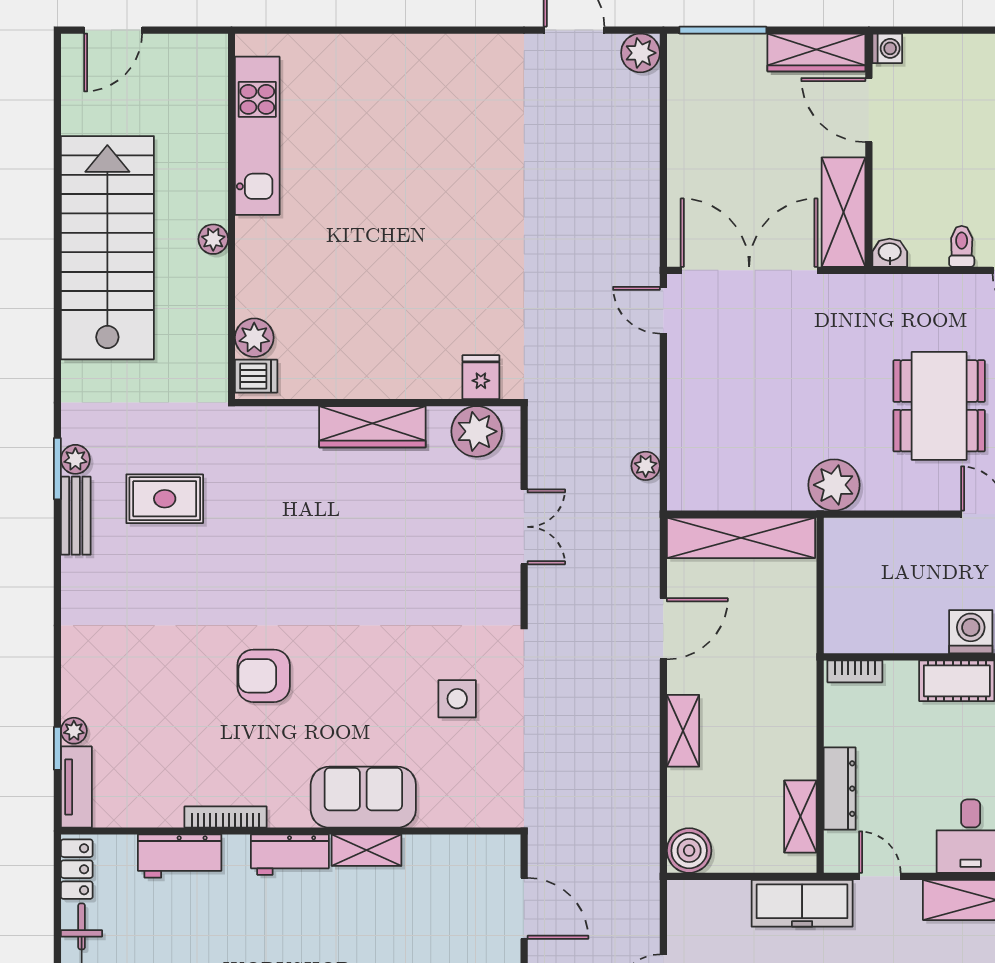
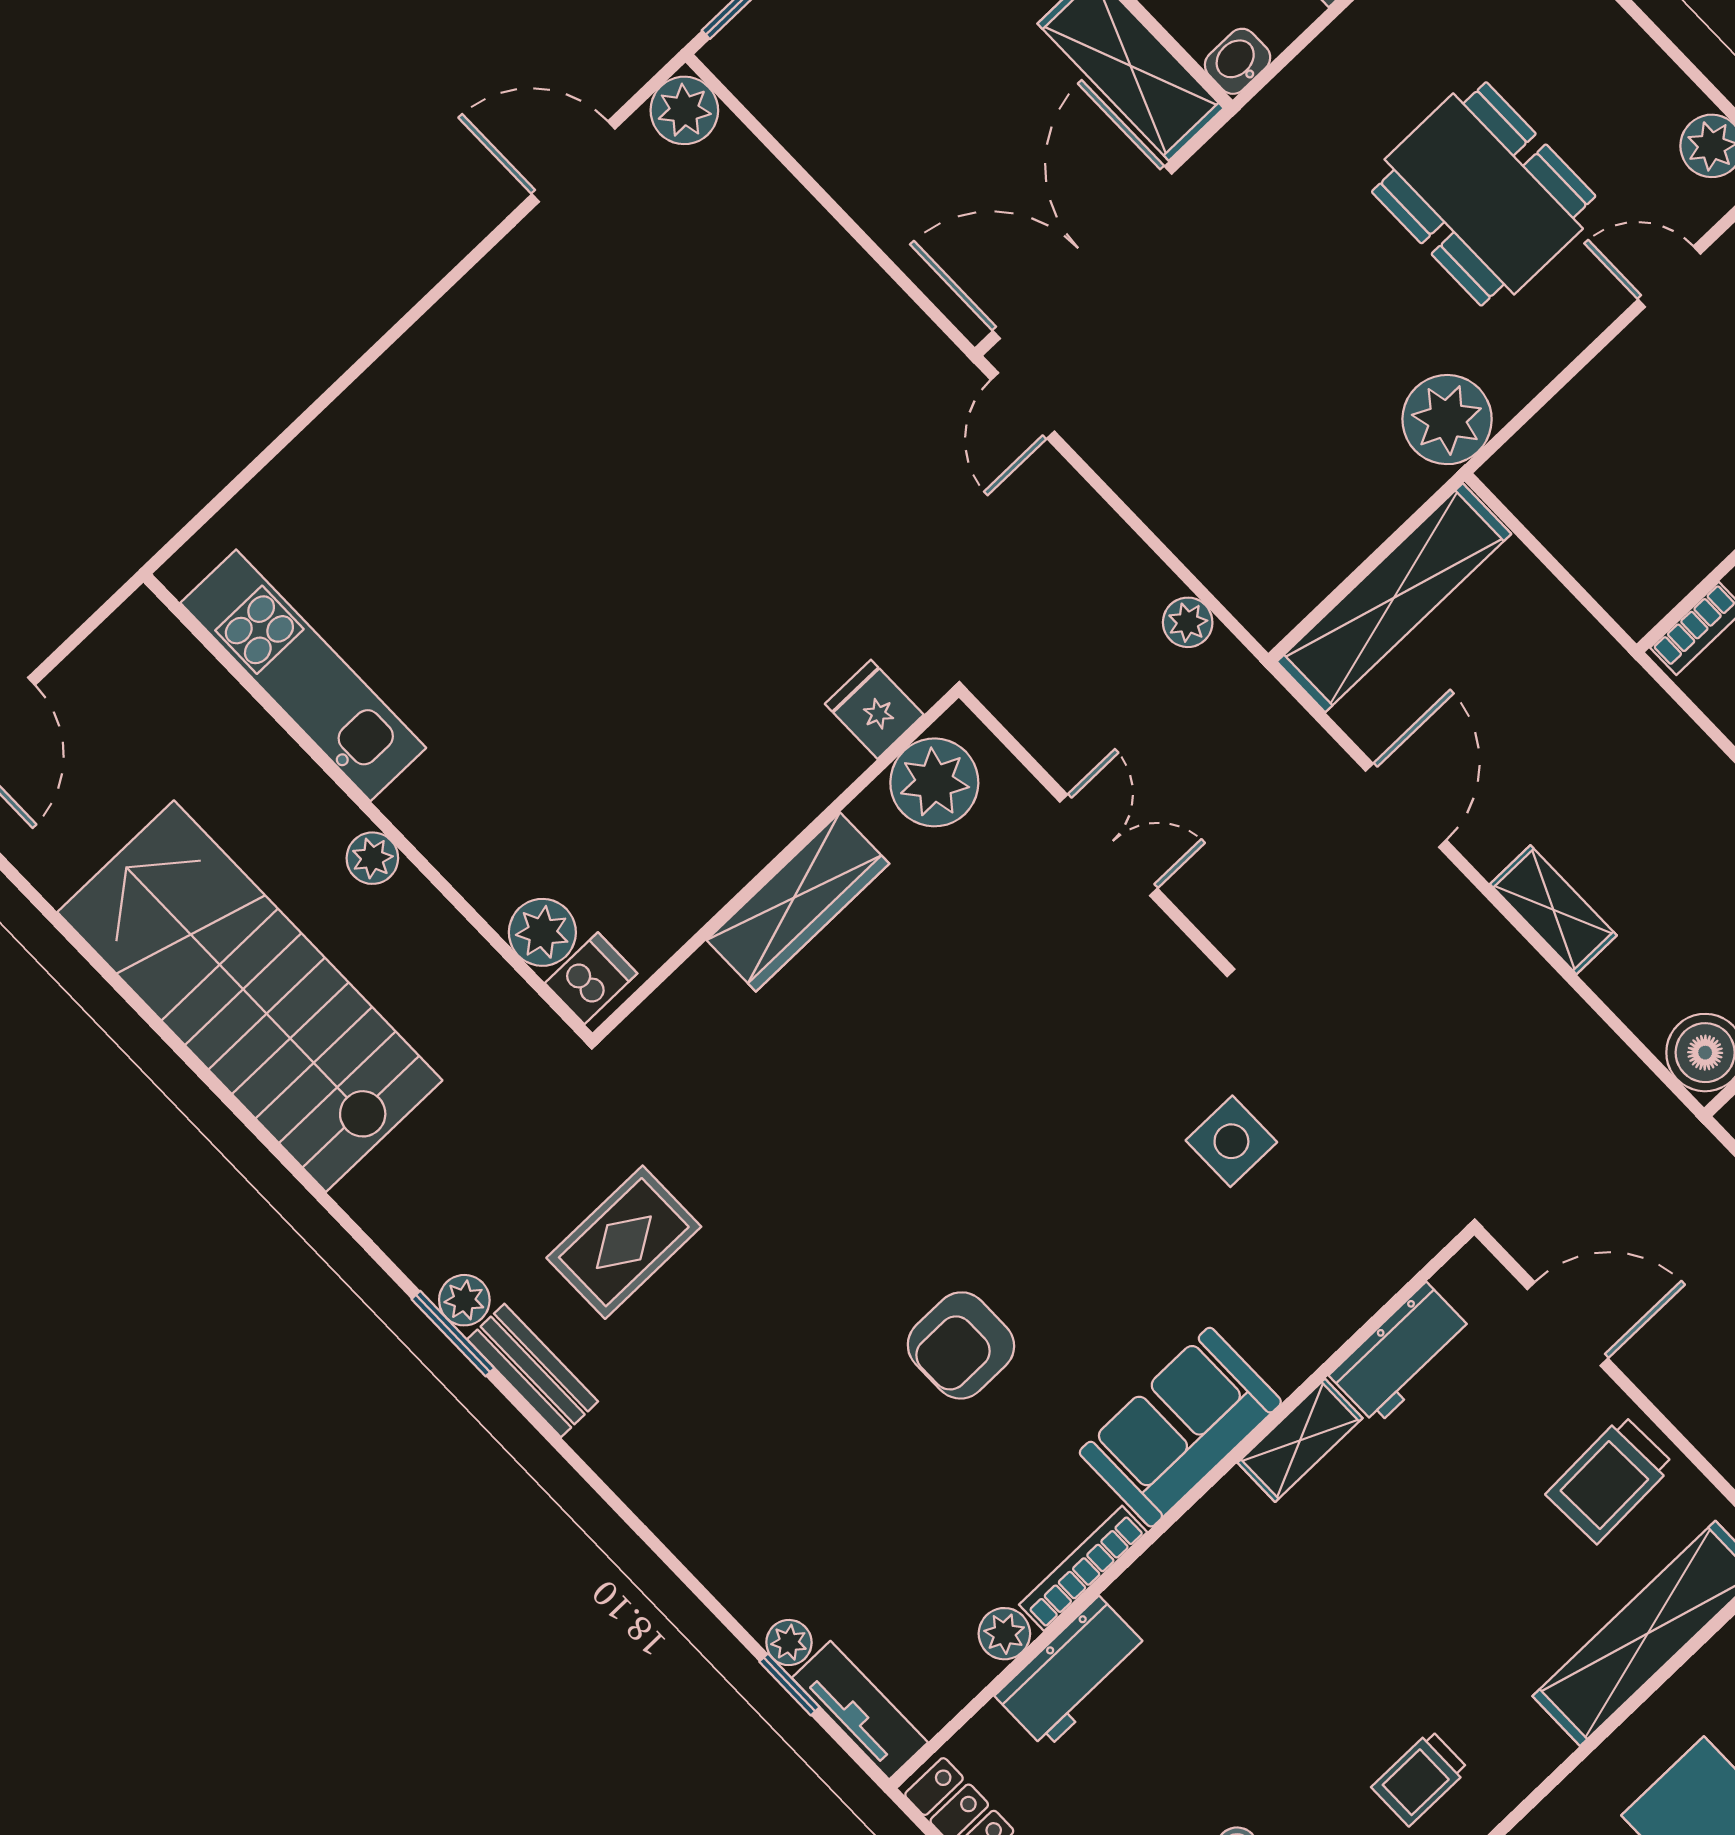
door: (663, 310) -> (1023, 406), hinge flipped
sofa: (363, 797) -> (1180, 1427), moved
plant: (167, 813) -> (1004, 1634), added
workbench: (290, 855) -> (1402, 1354), moved

